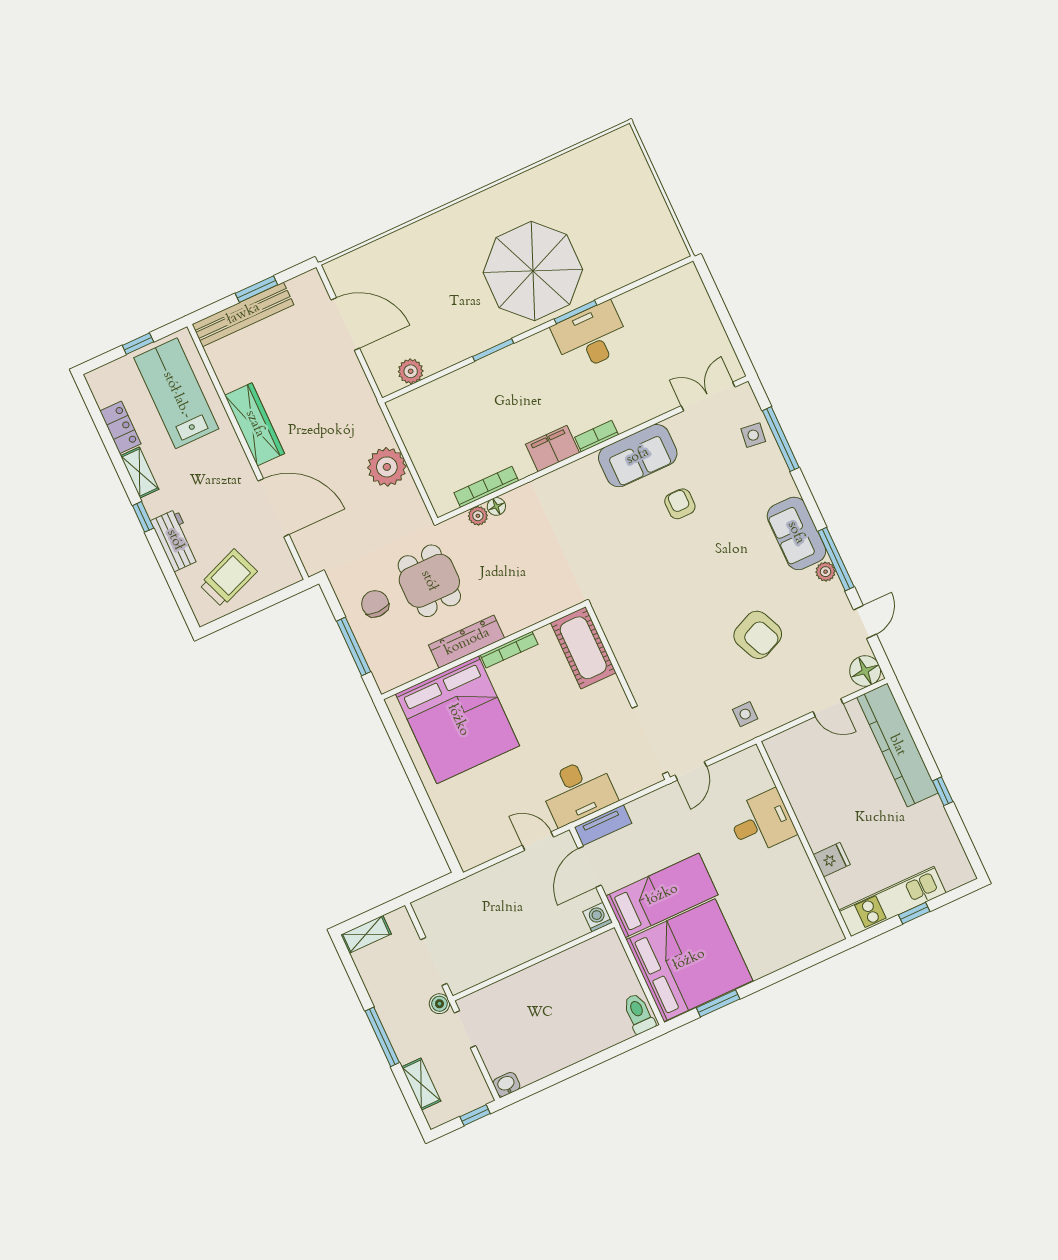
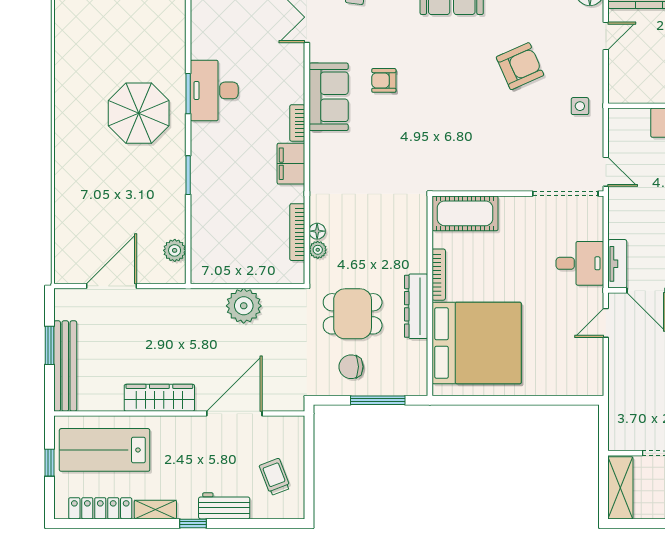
parasol: (533, 271) -> (139, 113), width x0.73, depth x0.73
locker: (120, 427) -> (100, 508), width x1.53
trolley: (228, 578) -> (275, 477), width x0.73, depth x0.72
desk: (578, 791) -> (580, 263), width x0.73
shelving: (366, 934) -> (620, 488), width x1.50, depth x1.33

